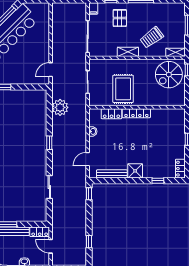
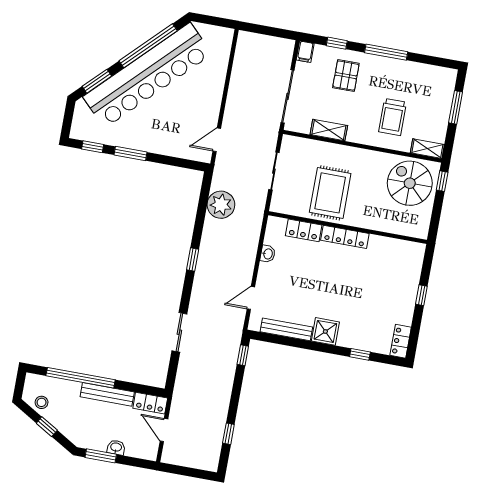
trolley: (152, 38) -> (393, 117), turned -53
shelving: (128, 52) -> (329, 130), moved
spiral stairs: (169, 75) -> (410, 183), turned 90

